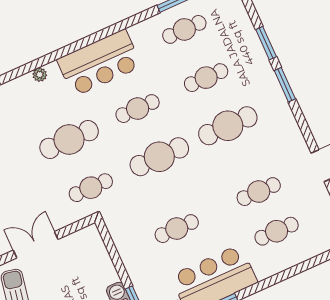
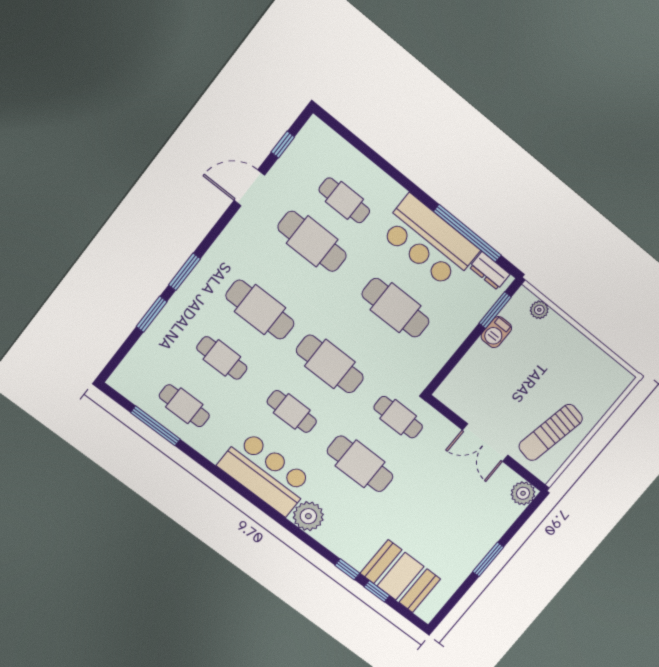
plant: (40, 75) -> (308, 516), width x1.88, depth x1.88
cafe table: (259, 192) -> (312, 241), width x1.37, depth x1.35
cafe table: (177, 229) -> (396, 308), width x1.37, depth x1.35

